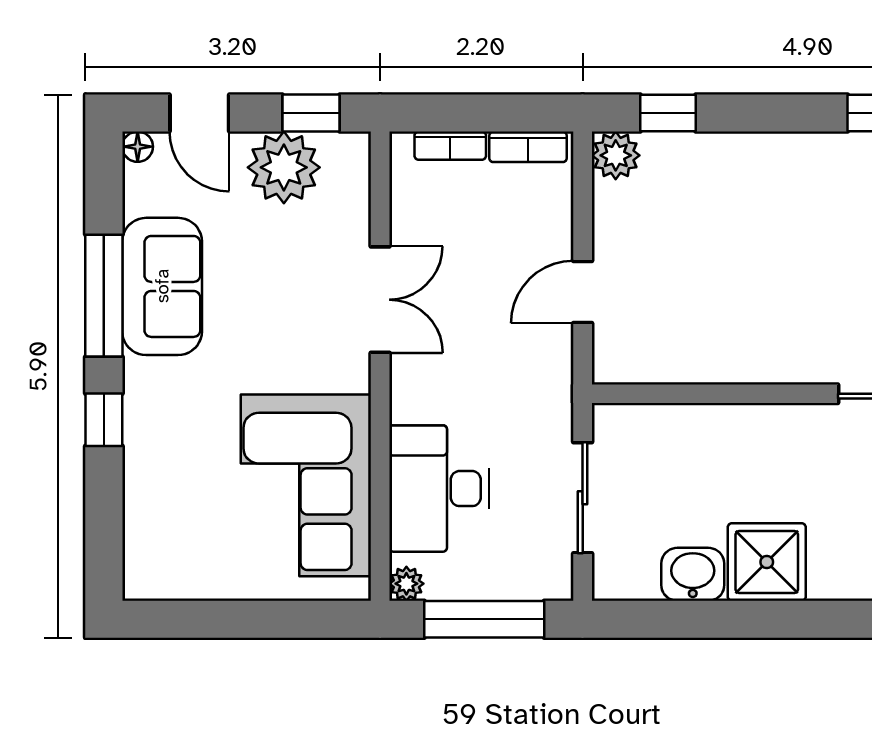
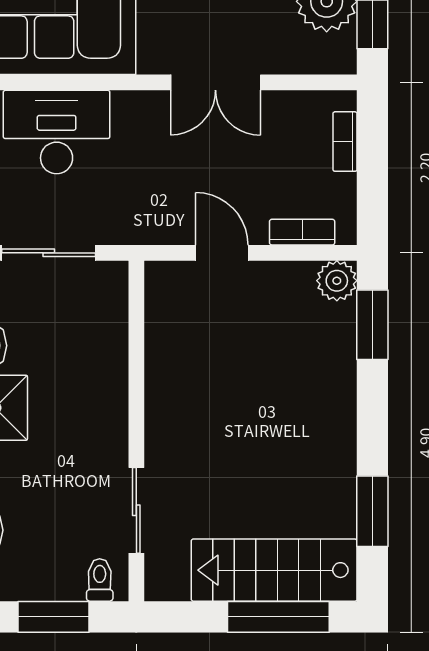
window: (668, 113) -> (372, 325), width x1.50
bookcase: (528, 147) -> (302, 232), moved, turned 90

